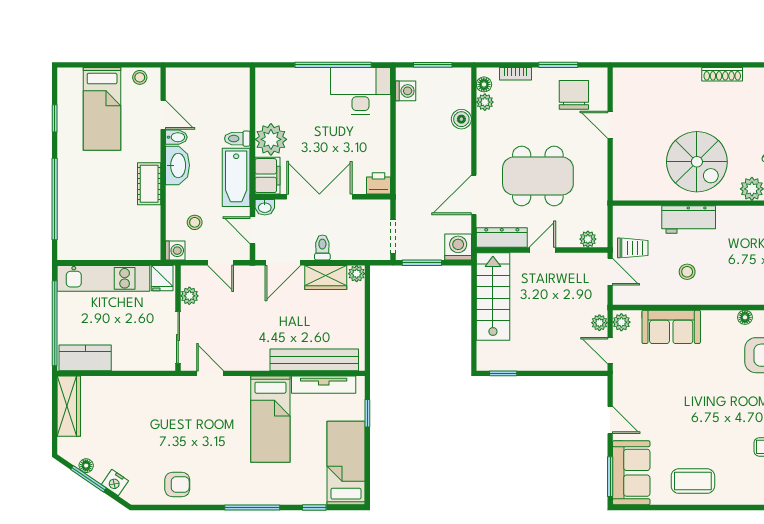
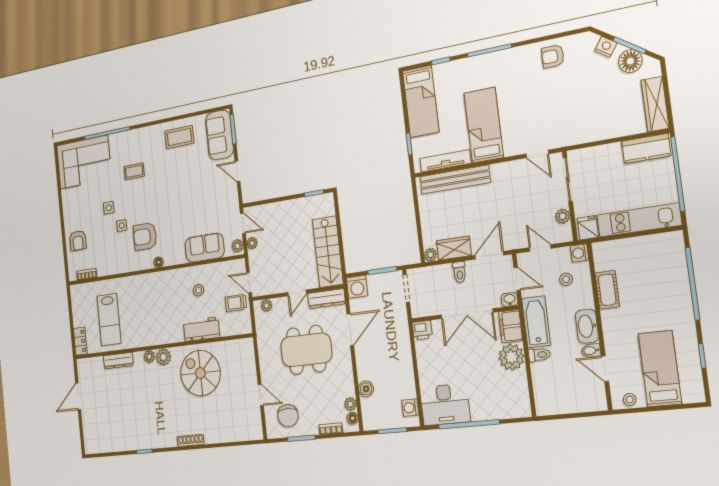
cot: (149, 184) -> (607, 290), moved
floor lamp: (86, 466) -> (630, 61), width x1.89, depth x1.89

